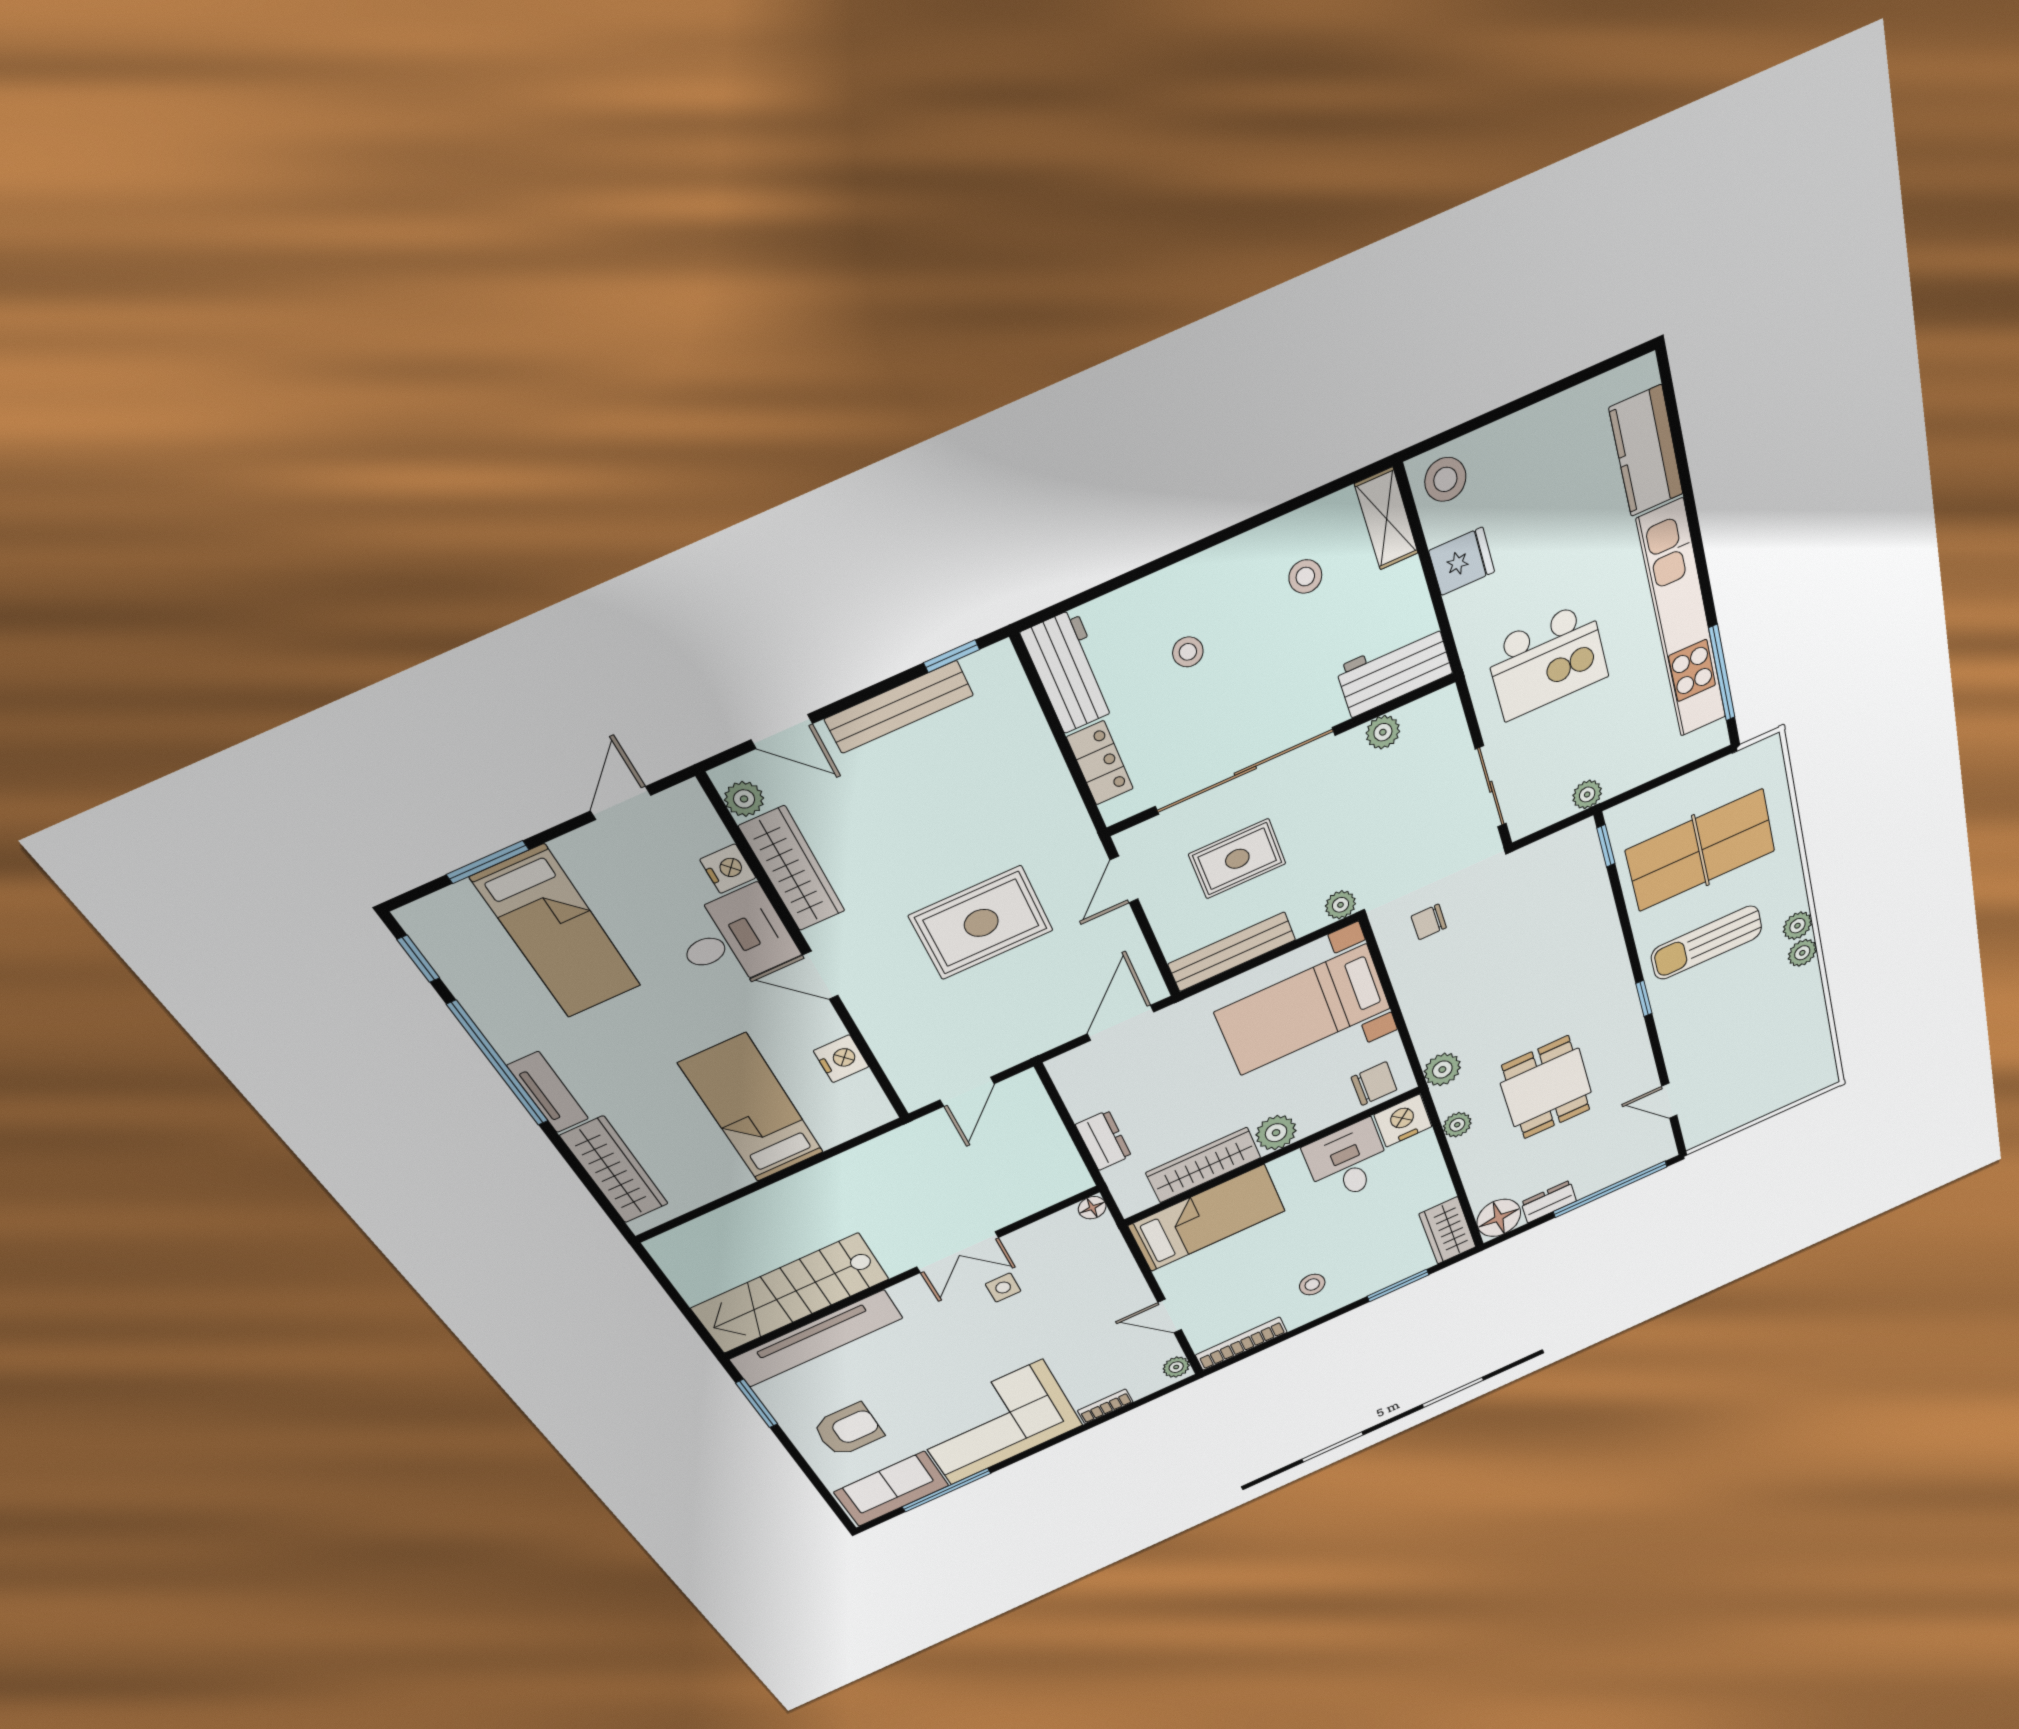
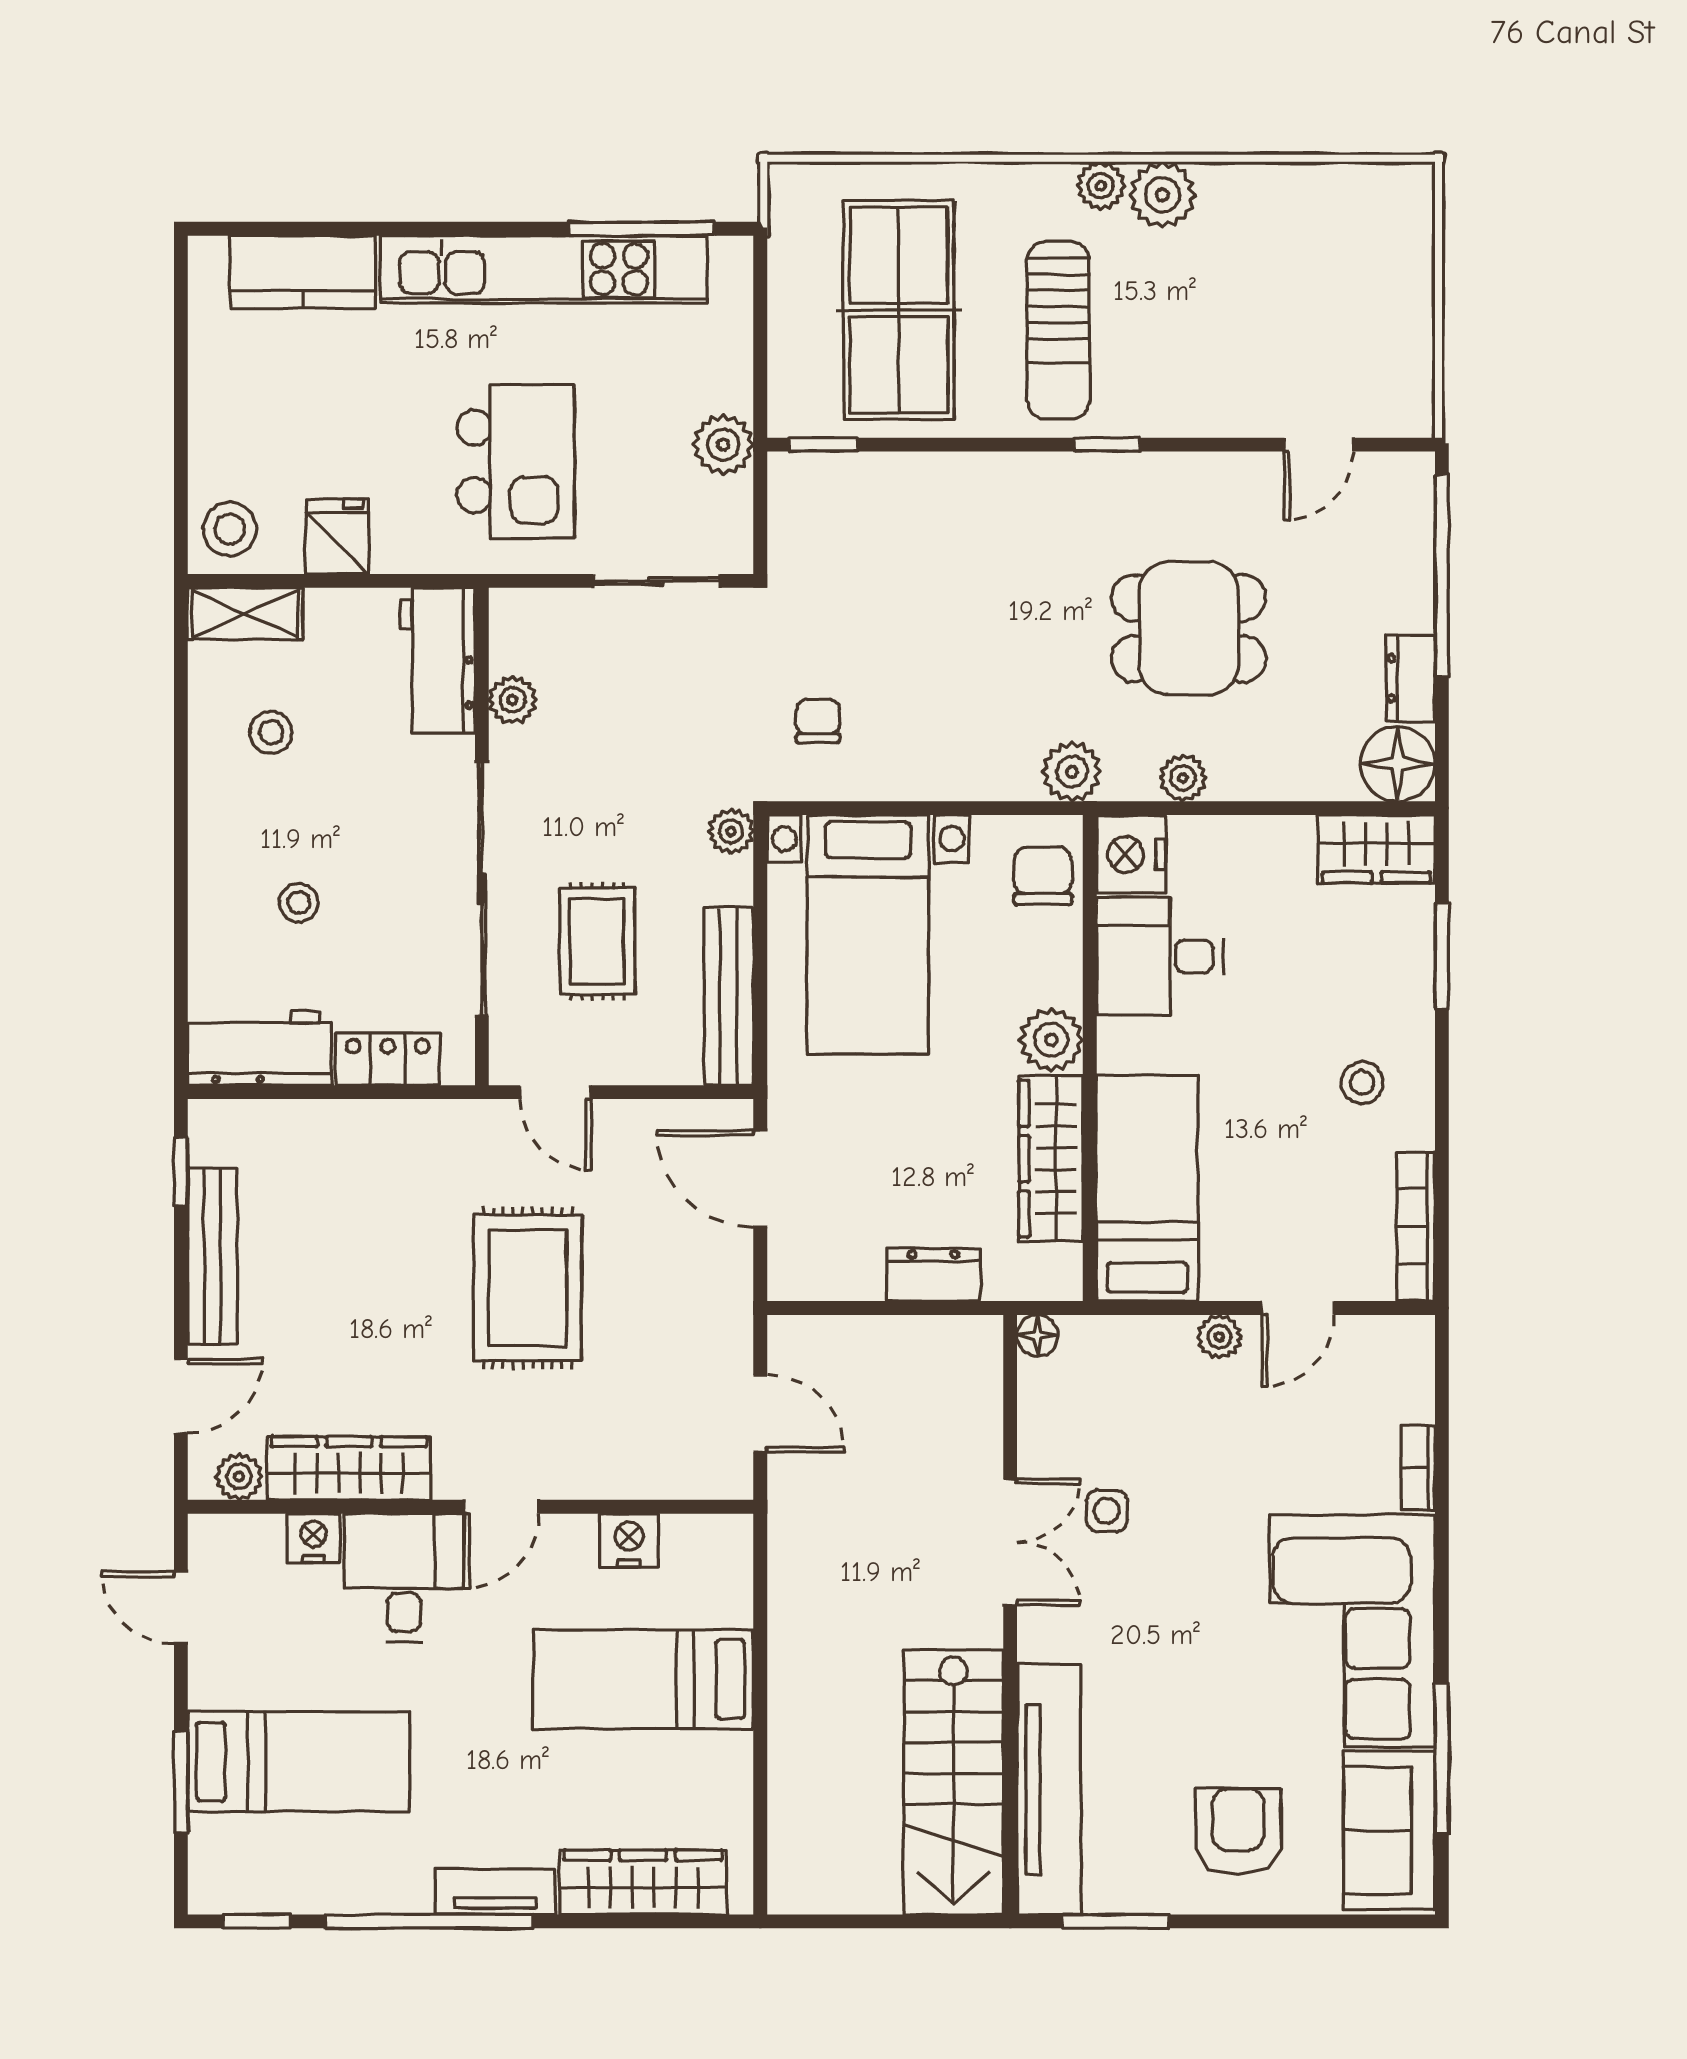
plant: (1587, 794) -> (723, 445), width x1.38, depth x1.38
chair: (1429, 922) -> (818, 721), turned 180
plant: (1802, 953) -> (1162, 195), width x1.38, depth x1.38
plant: (1176, 1367) -> (1219, 1337), moved

